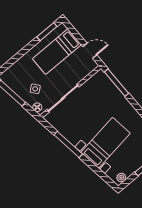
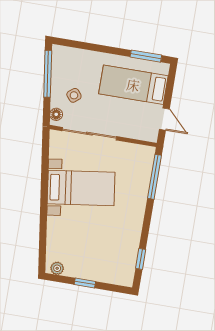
bed with nightstands: (106, 143) -> (81, 188), moved
window: (68, 144) -> (44, 181), removed

